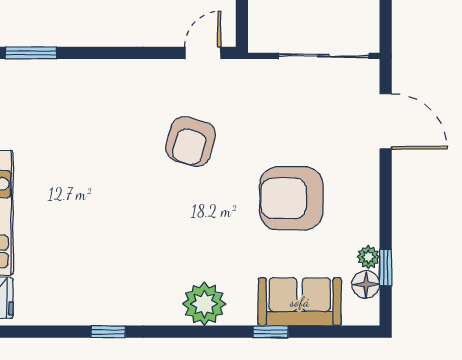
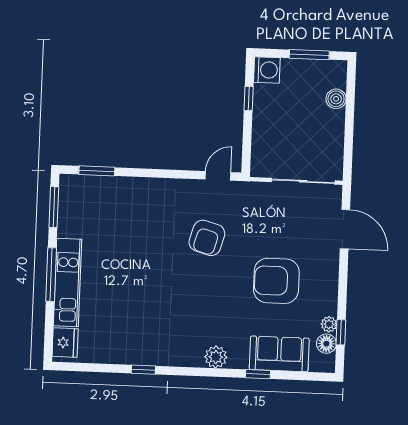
plant: (204, 304) -> (216, 357), width x0.73, depth x0.73

